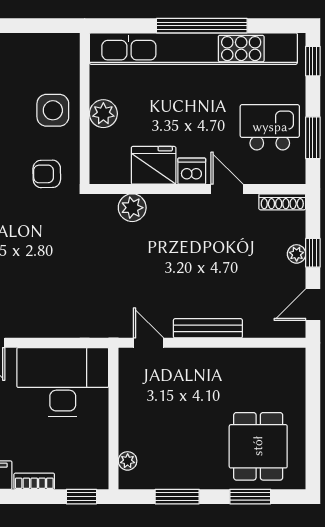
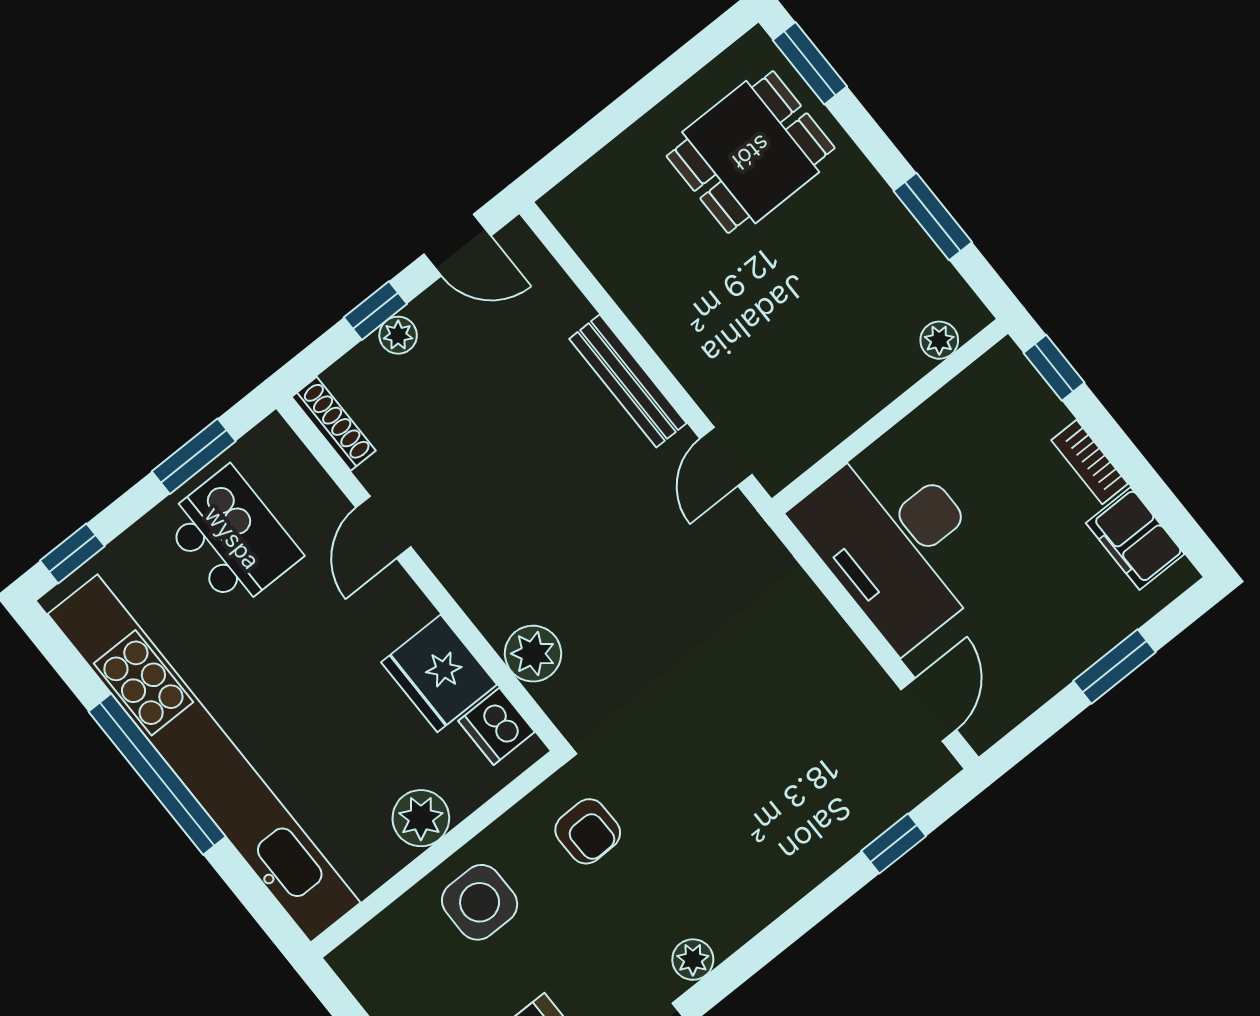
kitchen island: (270, 127) -> (232, 538), turned 180
dishwasher: (192, 171) -> (497, 726), moved
window: (250, 497) -> (810, 63), moved

